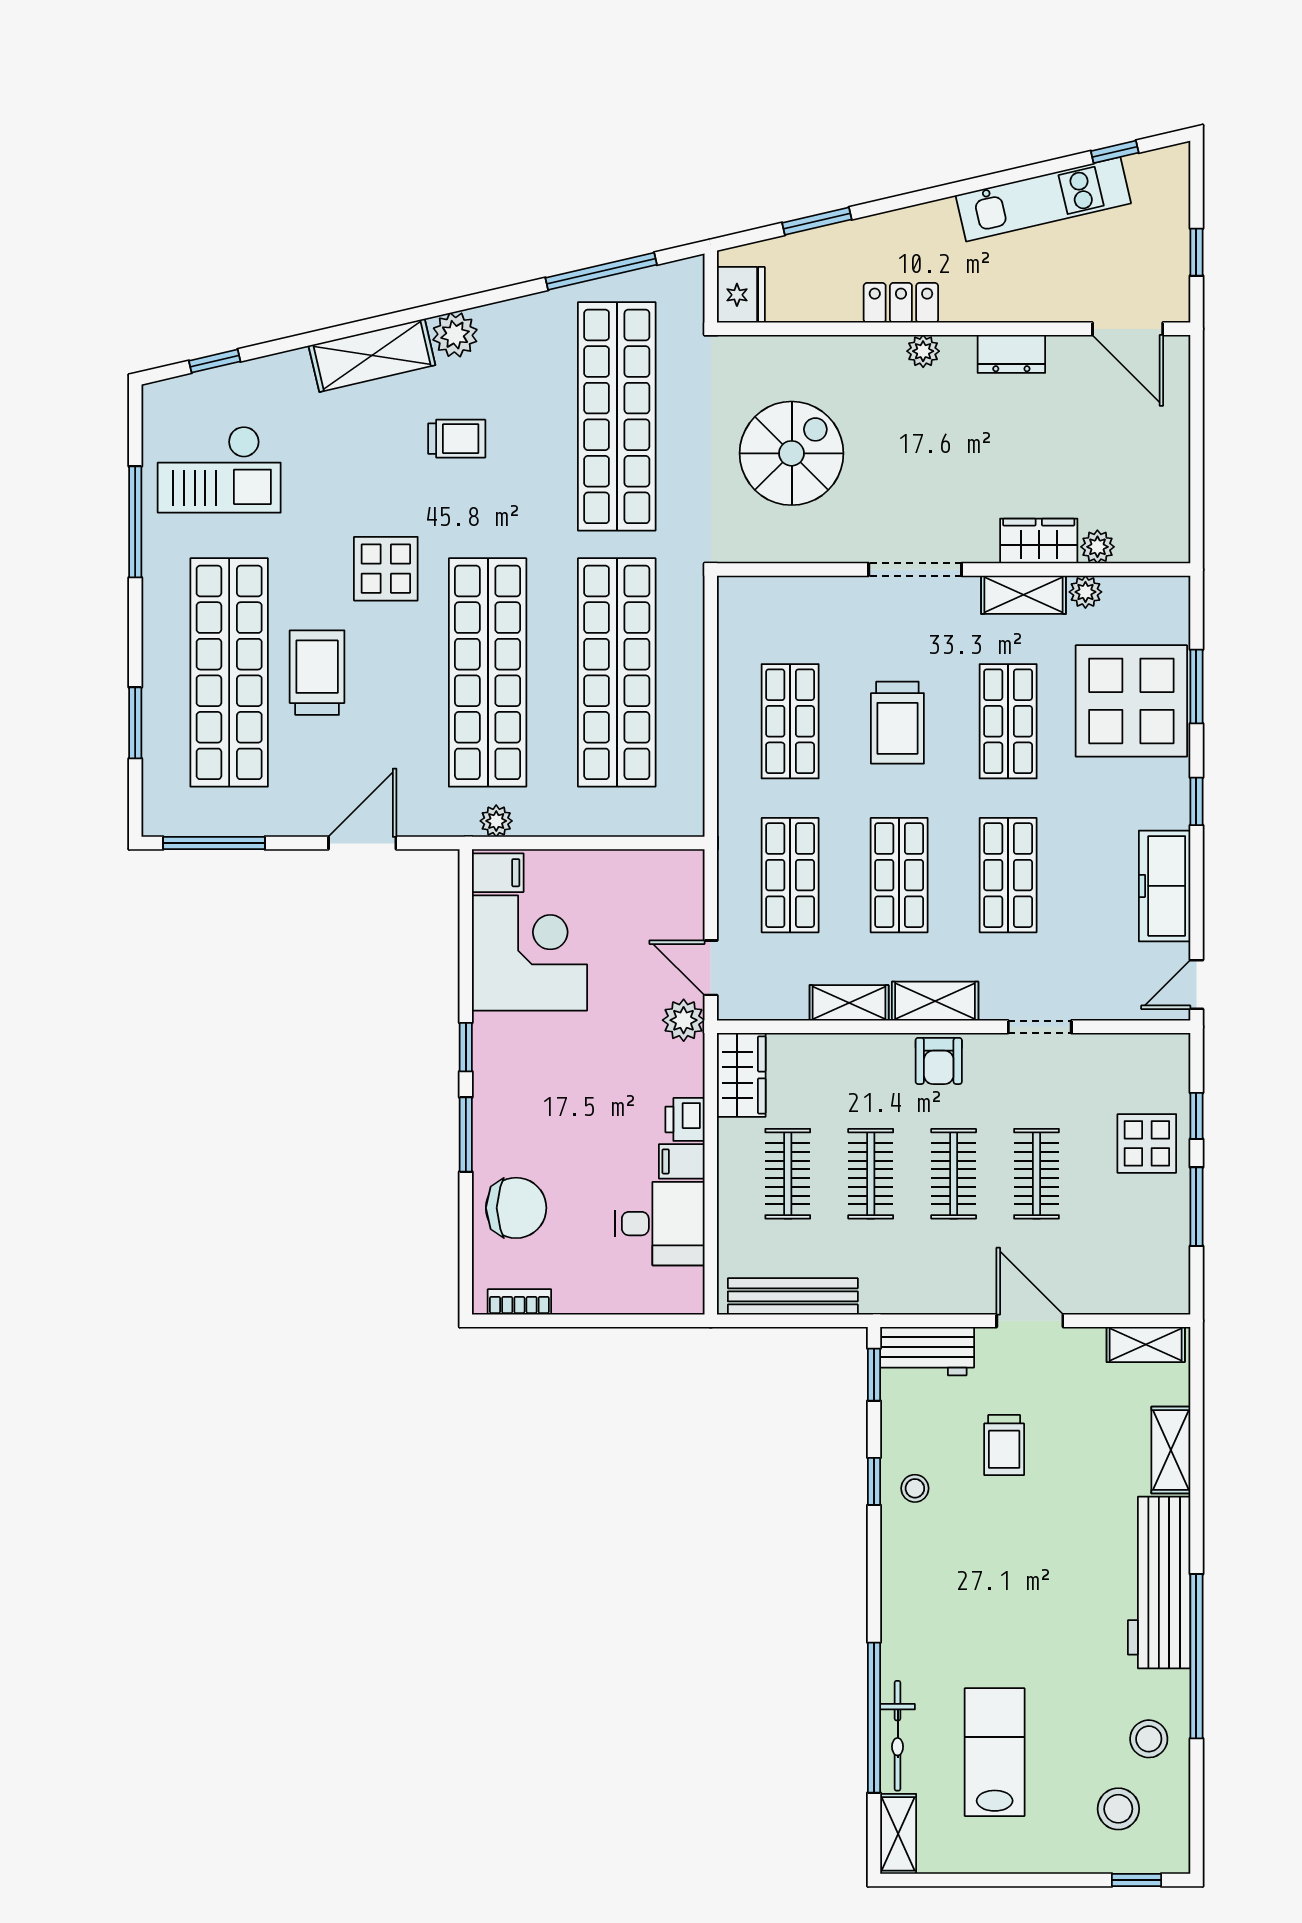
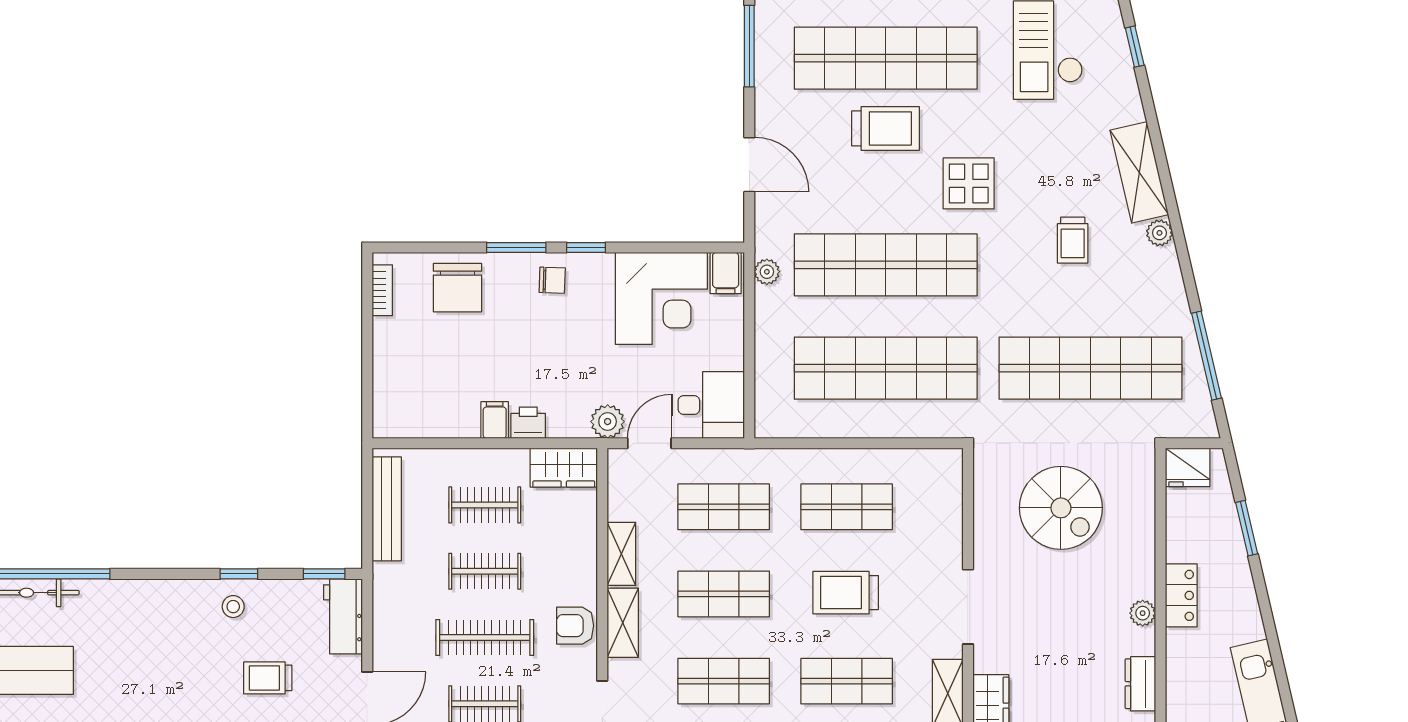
plant: (455, 335) -> (1159, 233), width x0.73, depth x0.73
chair: (507, 1090) -> (552, 280), added
clothes rail: (954, 1174) -> (485, 638), width x1.36
desk: (660, 1224) -> (708, 405), moved, turned -90

